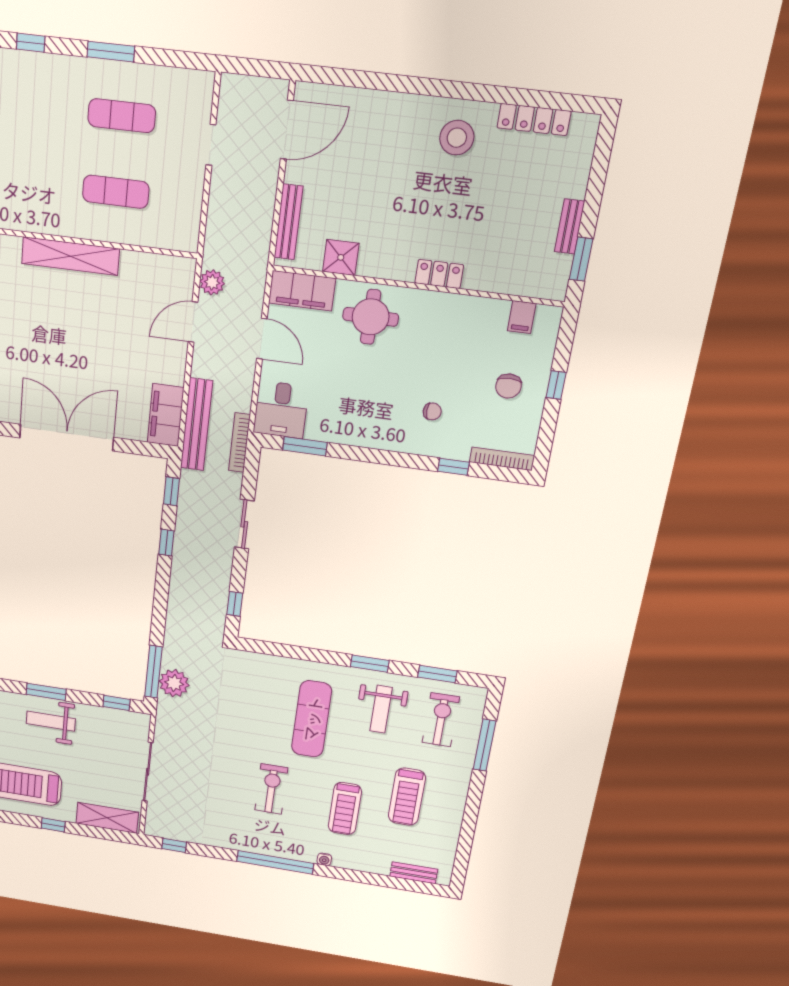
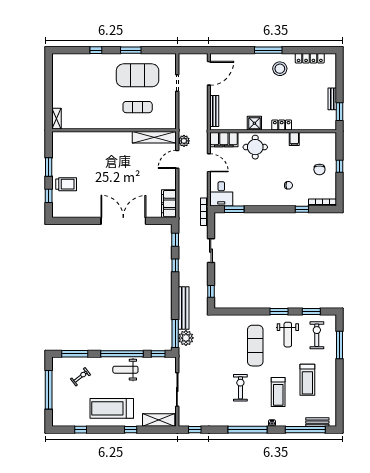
window: (436, 88) -> (268, 50), added
exercise mat: (122, 116) -> (138, 75), width x2.00, depth x1.45
shelving: (70, 256) -> (154, 137), moved
shower: (341, 257) -> (254, 123), moved
filing cabinet: (522, 317) -> (294, 139), moved
bench: (197, 424) -> (184, 308), moved
window: (46, 692) -> (122, 354), width x2.11
window: (387, 881) -> (305, 430), added

